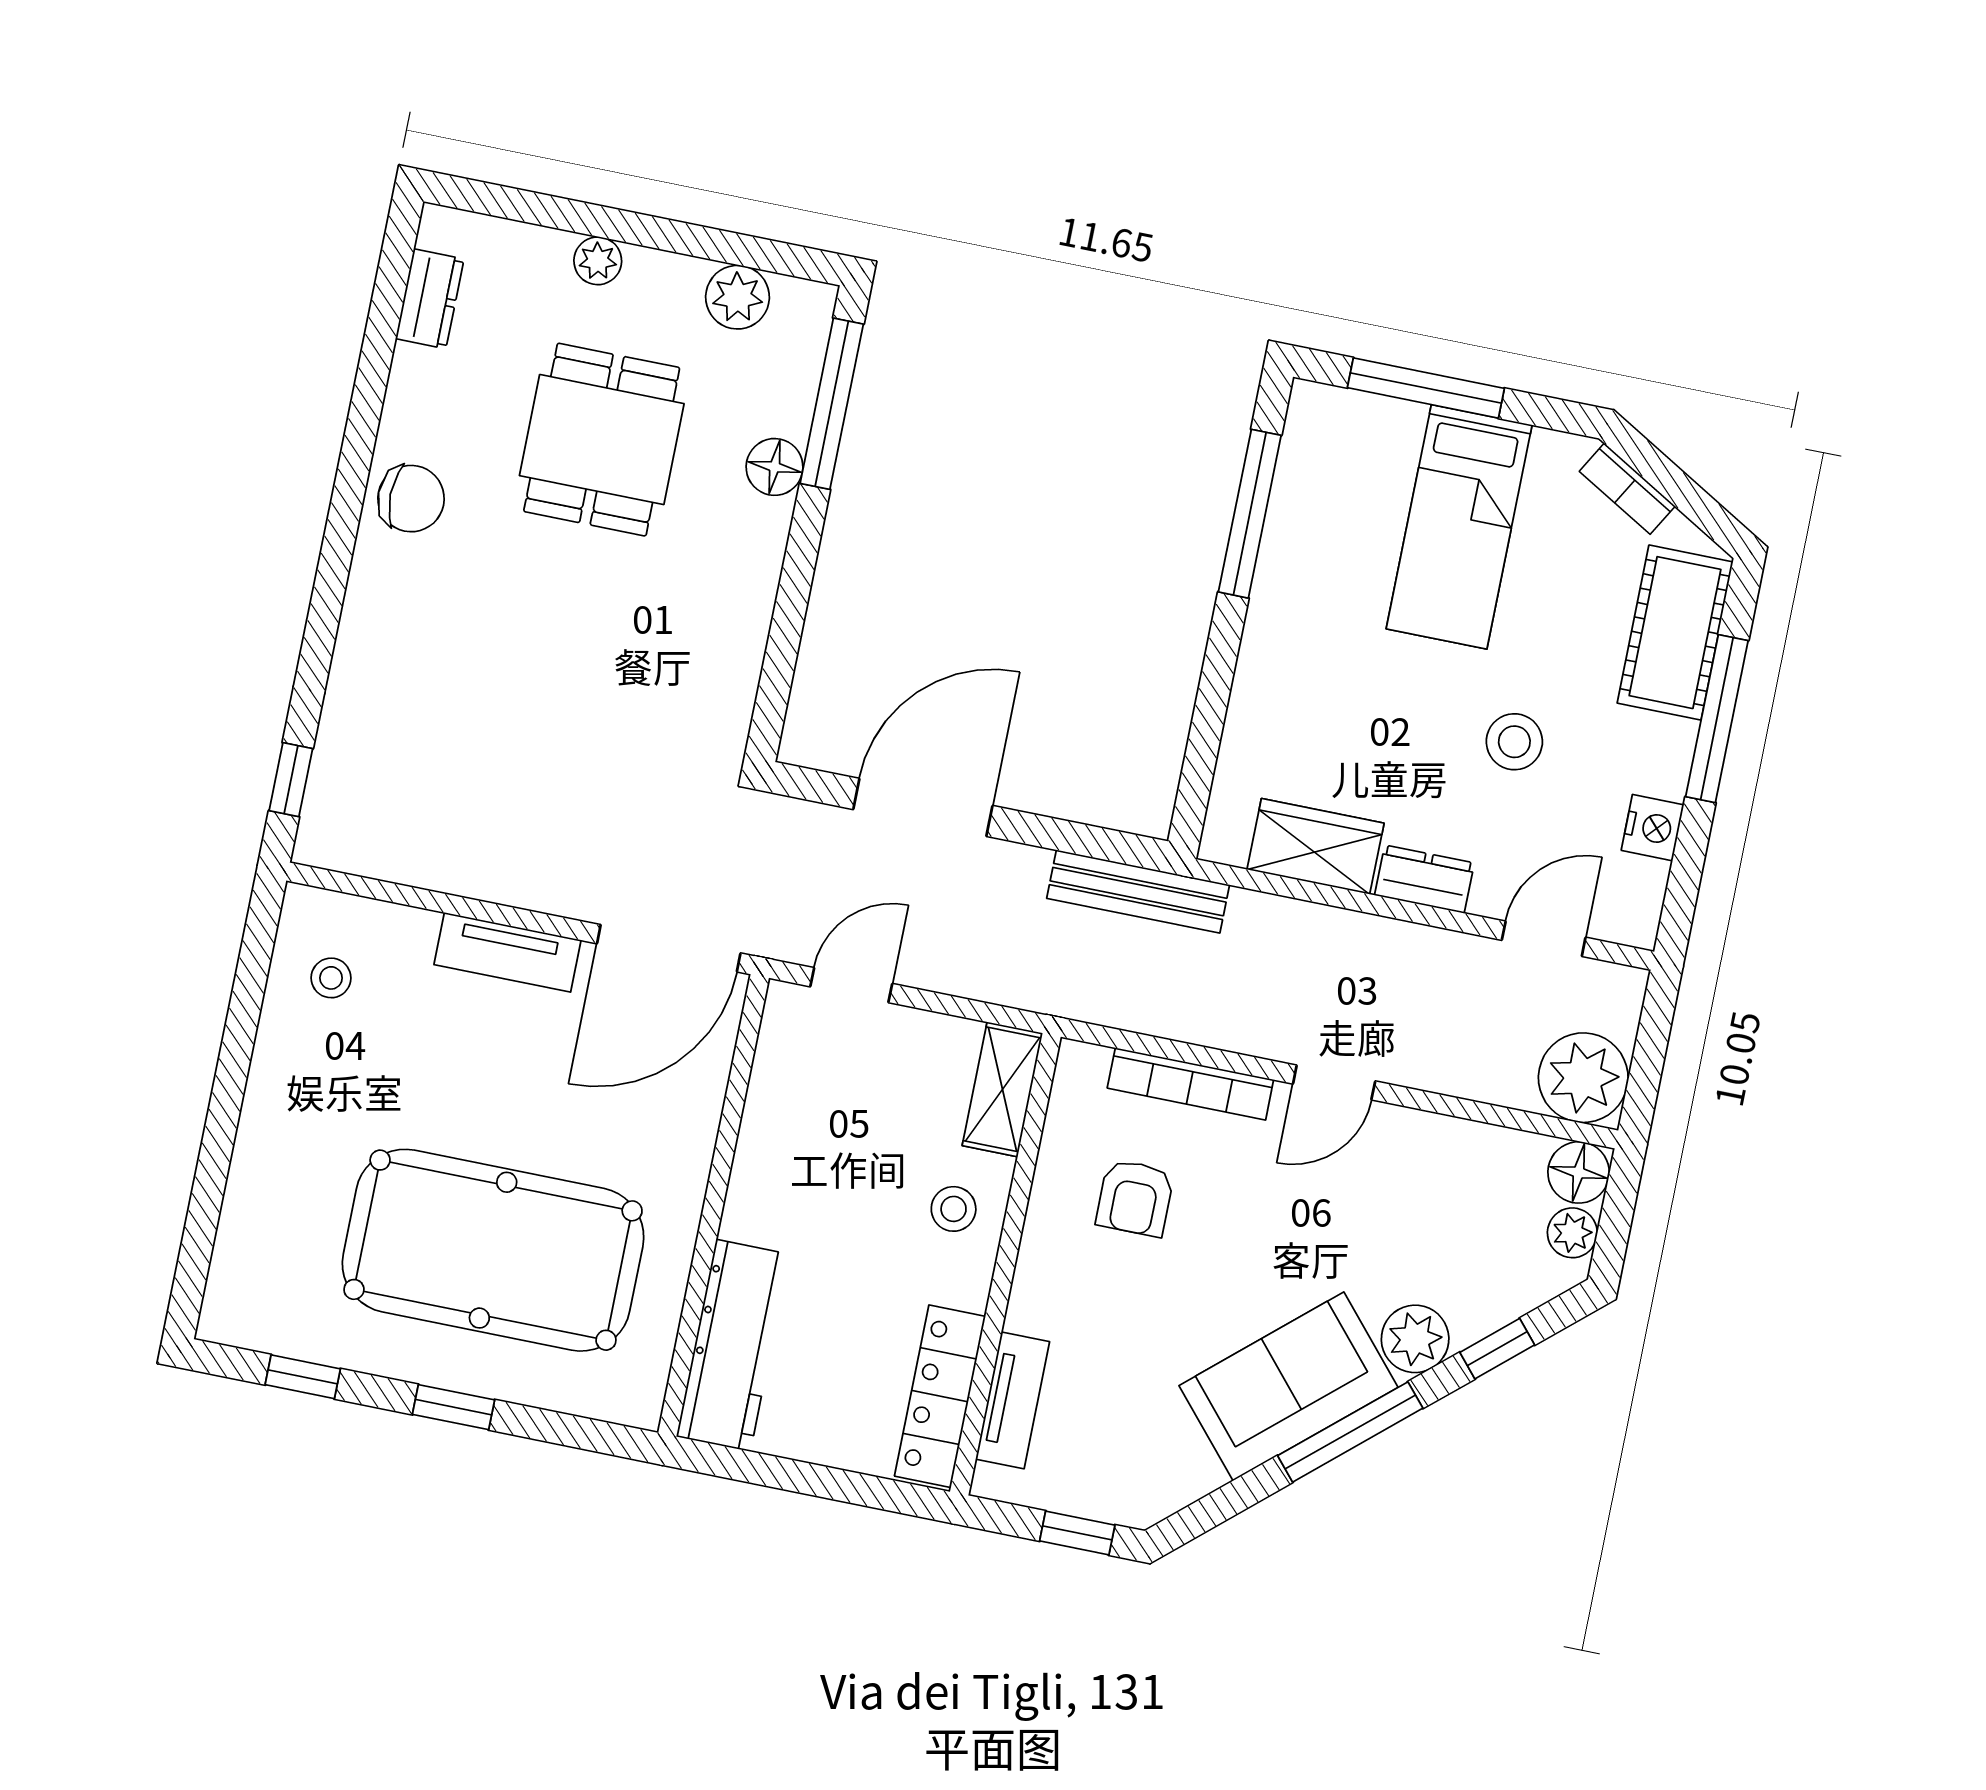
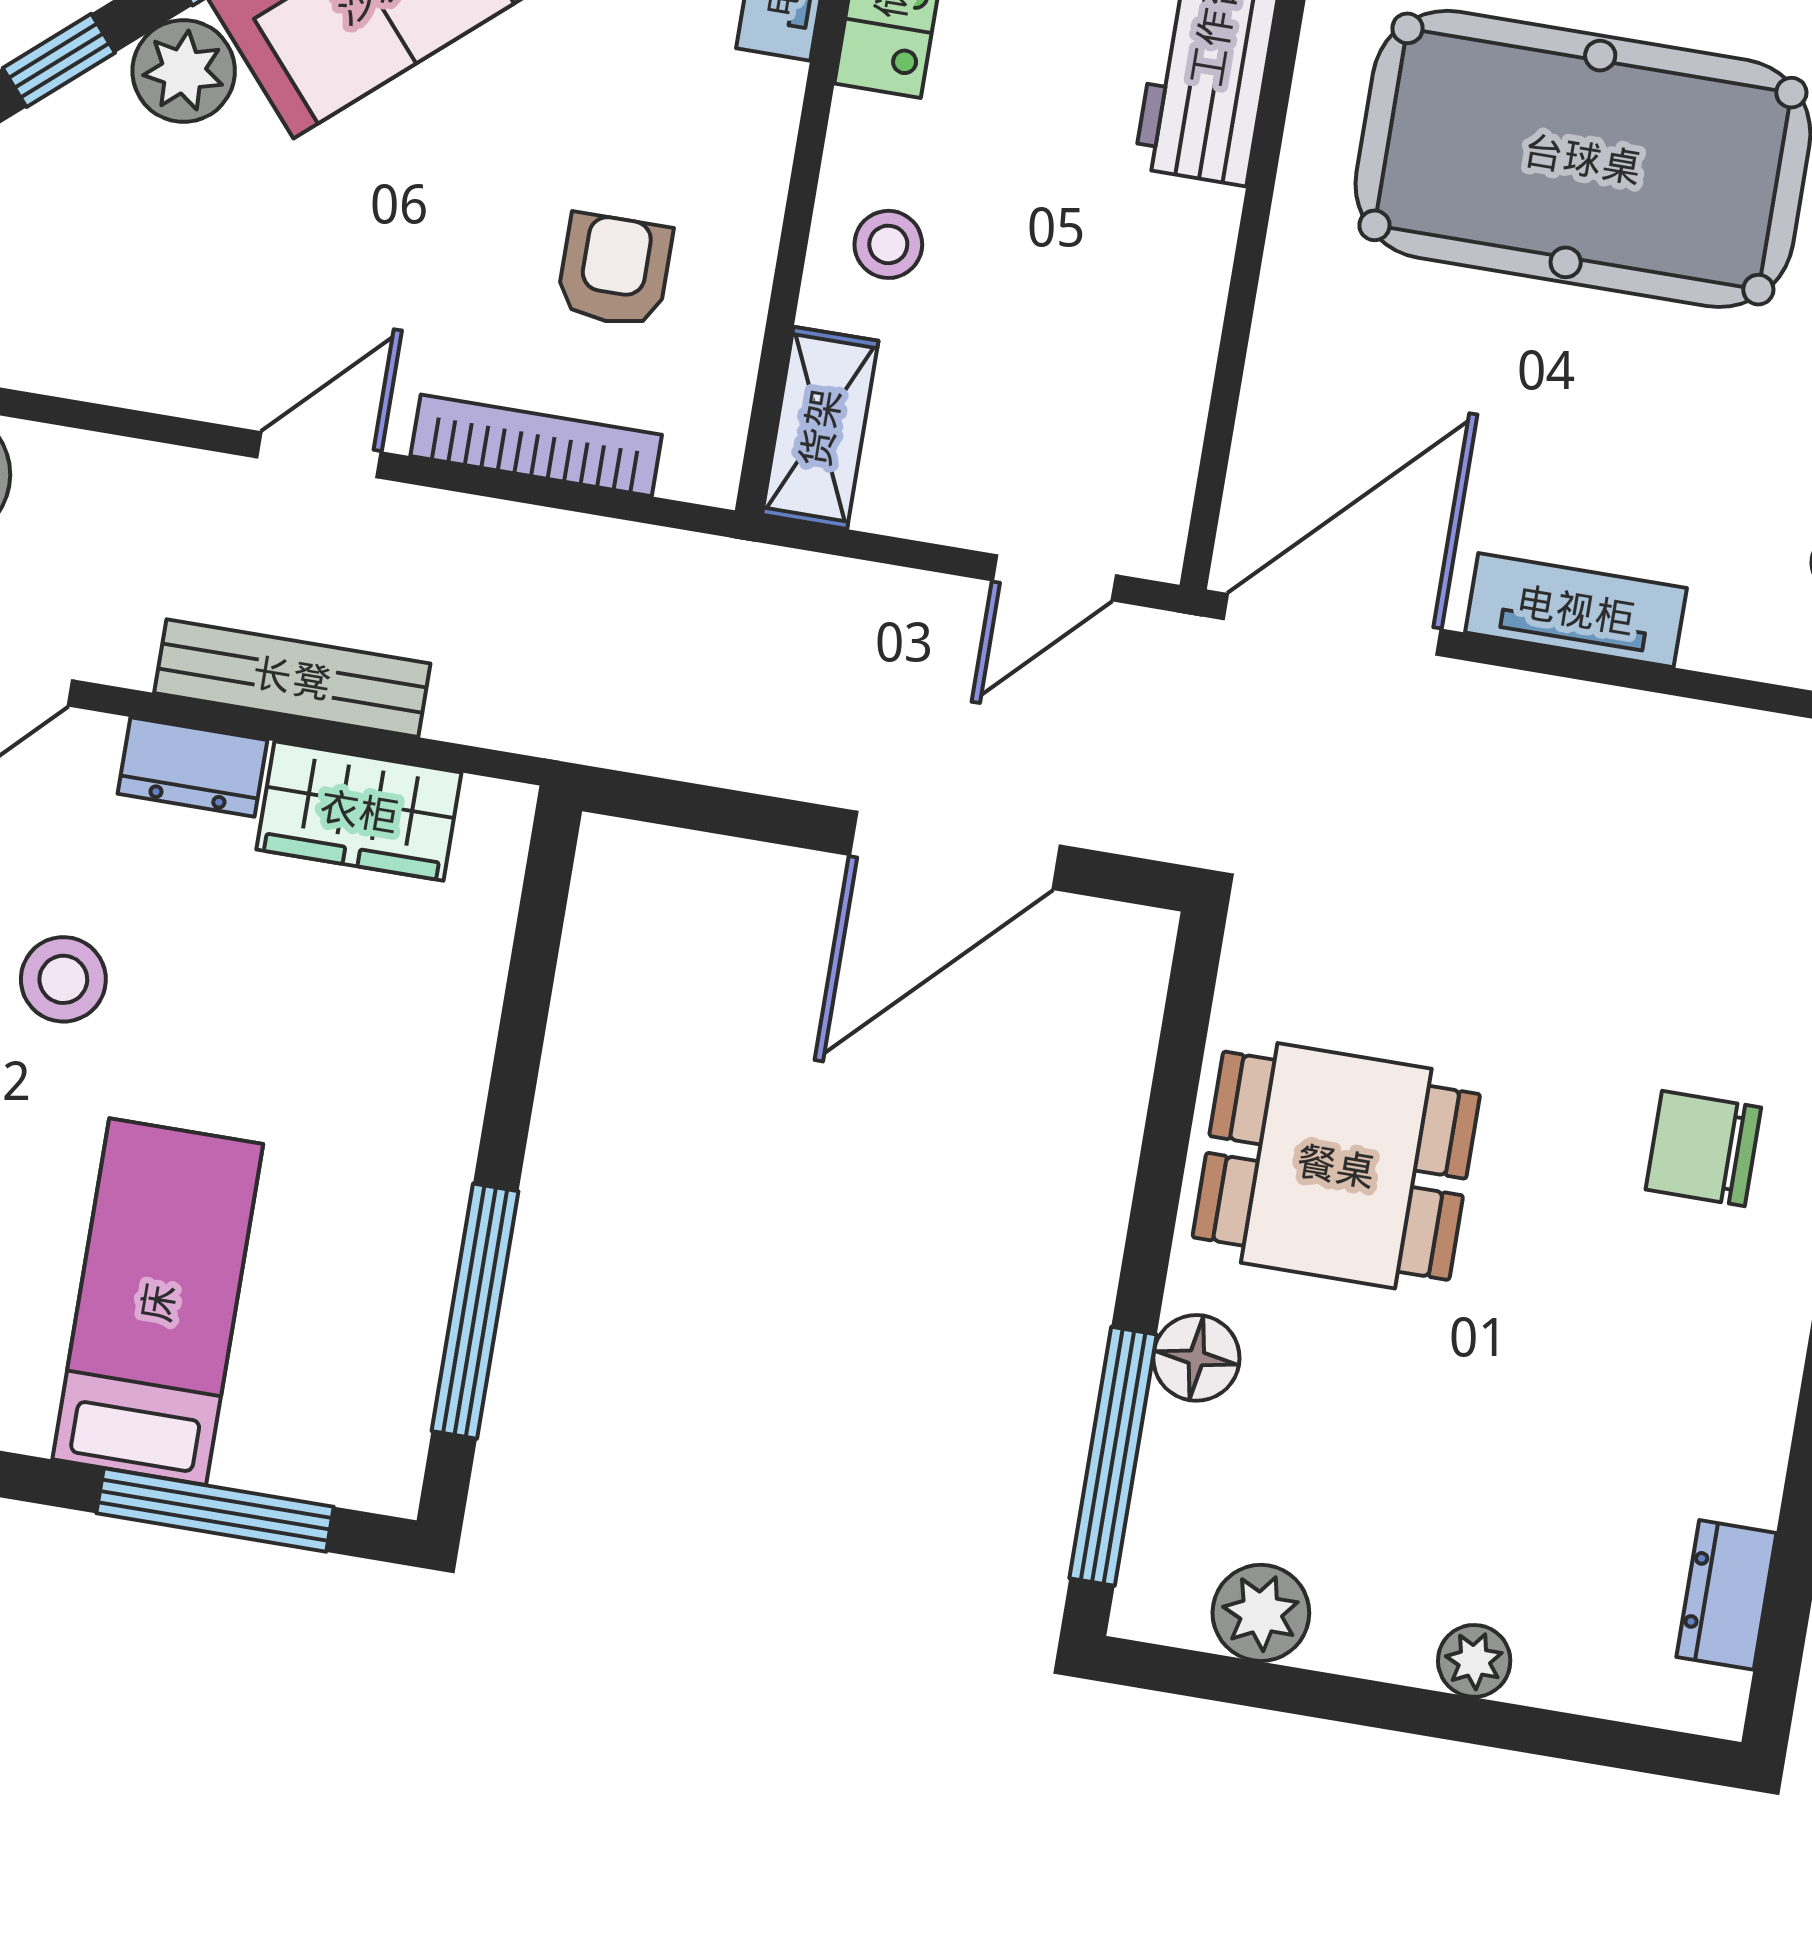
dining table: (602, 440) -> (1336, 1166), moved, turned 90
chair: (411, 499) -> (1703, 1148), moved
bench: (1138, 892) -> (292, 678), moved

